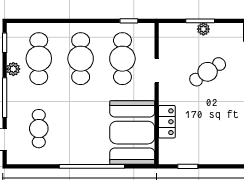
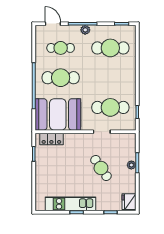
cafe table: (81, 59) -> (61, 78), moved
plant: (13, 69) -> (85, 30), moved
locker: (167, 122) -> (51, 139), moved

